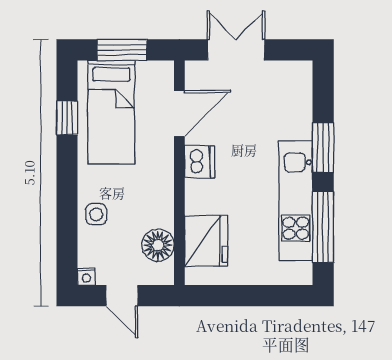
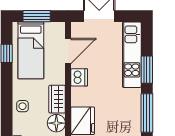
wardrobe: (159, 201) -> (57, 99), added
kitchen unit: (296, 201) -> (132, 55), moved

